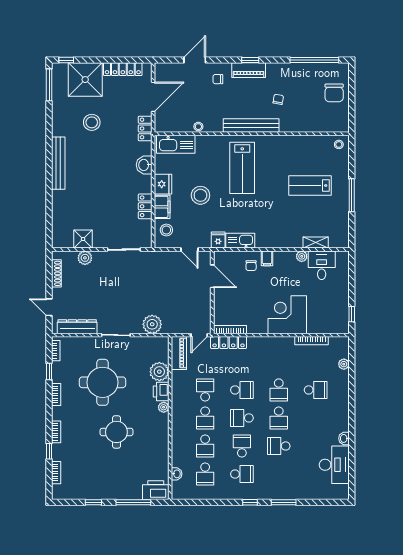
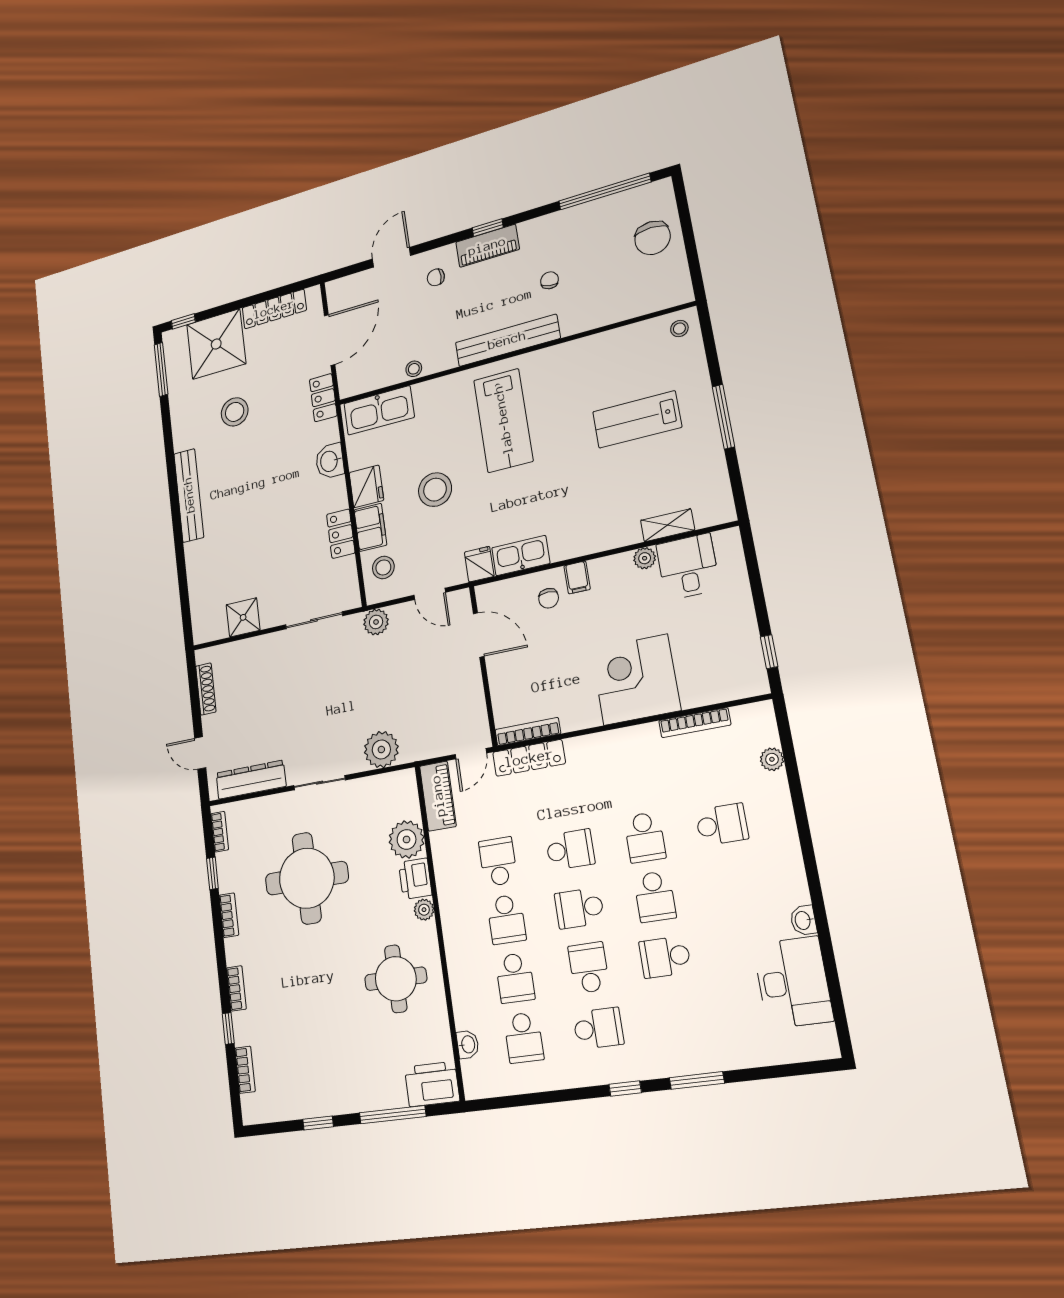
plant: (85, 258) -> (376, 622), moved
round table: (116, 432) -> (396, 979), moved

